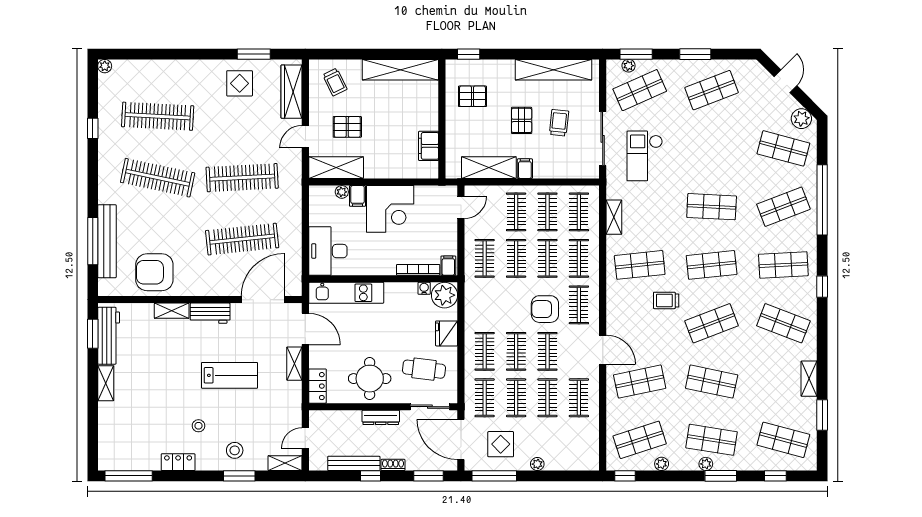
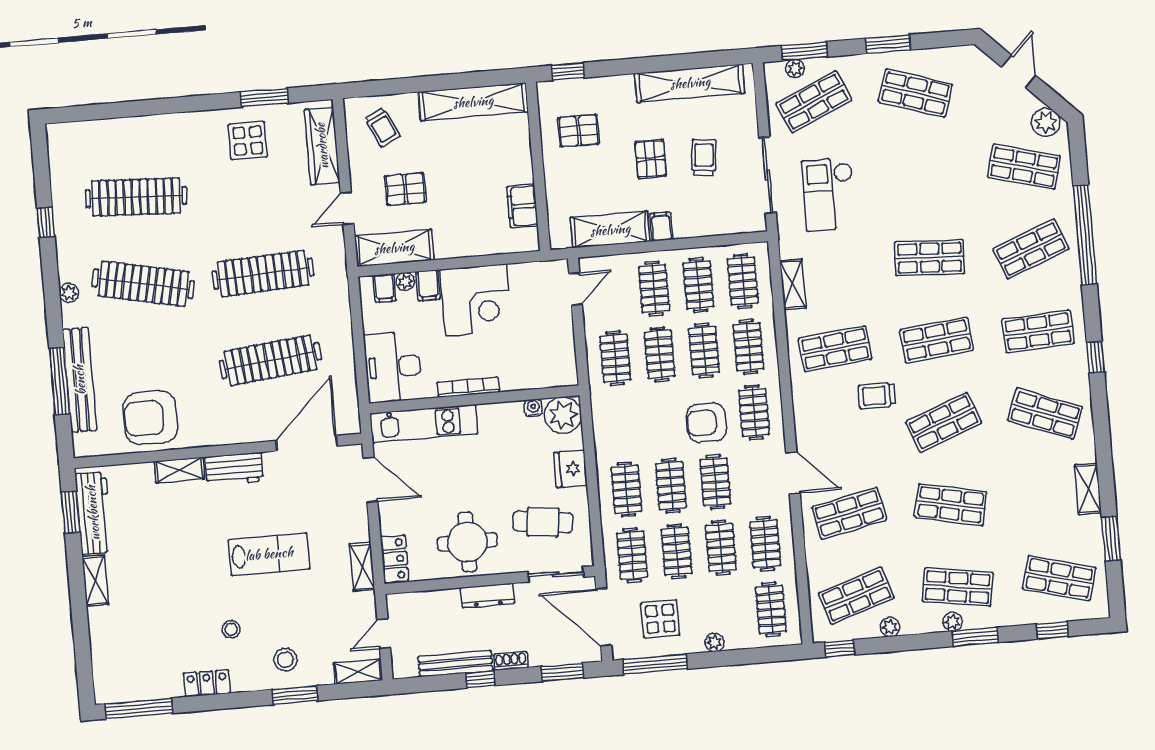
plant: (105, 66) -> (69, 293), moved
shop shelf: (712, 90) -> (915, 93), turned 39
filing cabinet: (448, 266) -> (384, 288), moved, turned 180
bookcase: (418, 270) -> (468, 387), moved
shelving: (294, 364) -> (362, 567), moved
clothes rail: (579, 444) -> (771, 609), added

